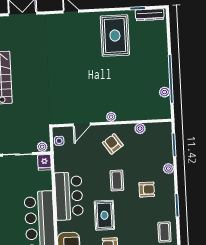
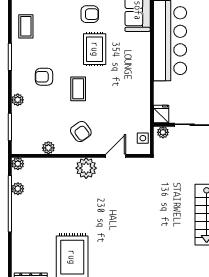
plant: (166, 114) -> (18, 164), added
plant: (111, 117) -> (86, 168), width x1.87, depth x1.87
bar counter: (69, 196) -> (135, 74), removed

